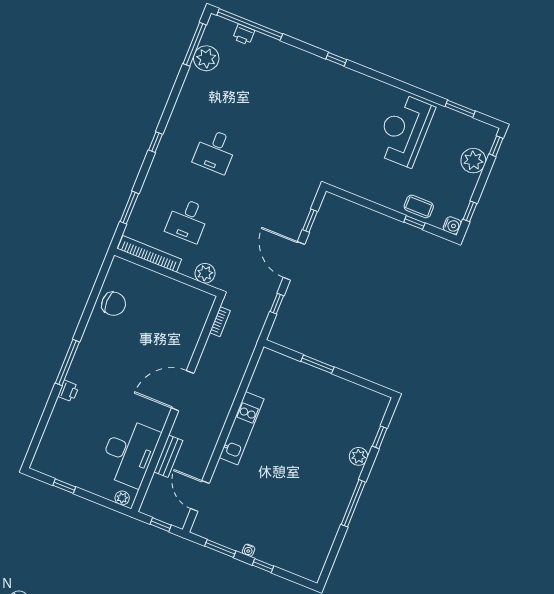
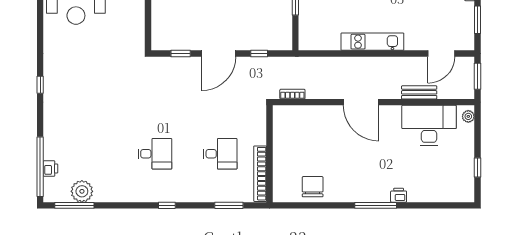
plant: (205, 273) -> (258, 122), removed
window: (161, 525) -> (478, 76), width x1.50

